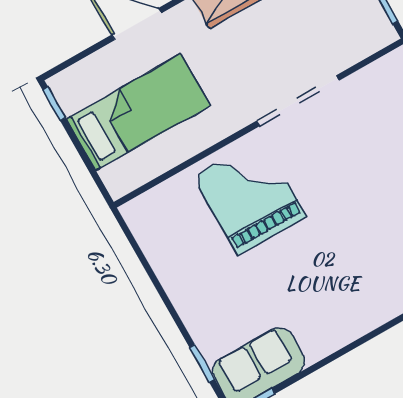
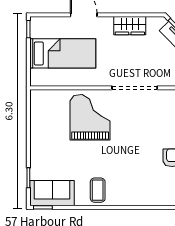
coffee table: (335, 316) -> (98, 190), added

